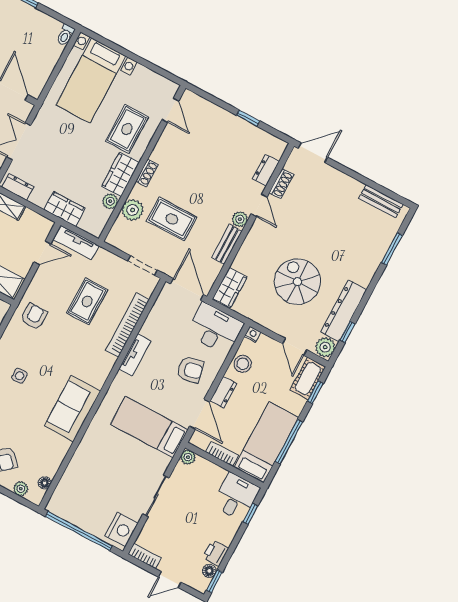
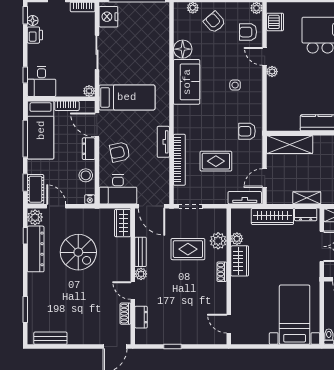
rug: (127, 129) -> (252, 295), removed
wardrobe: (64, 209) -> (272, 216), width x1.50
rug: (87, 301) -> (216, 161), turned 90
armchair: (34, 316) -> (247, 131), turned 90
floor lamp: (45, 483) -> (183, 49), moved, width x1.89, depth x1.89

